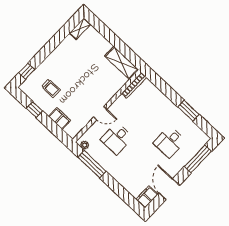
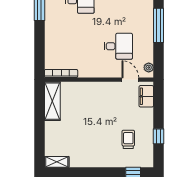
door: (100, 113) -> (130, 80), moved
filing cabinet: (59, 118) -> (146, 96), moved
window: (92, 164) -> (159, 25), moved

